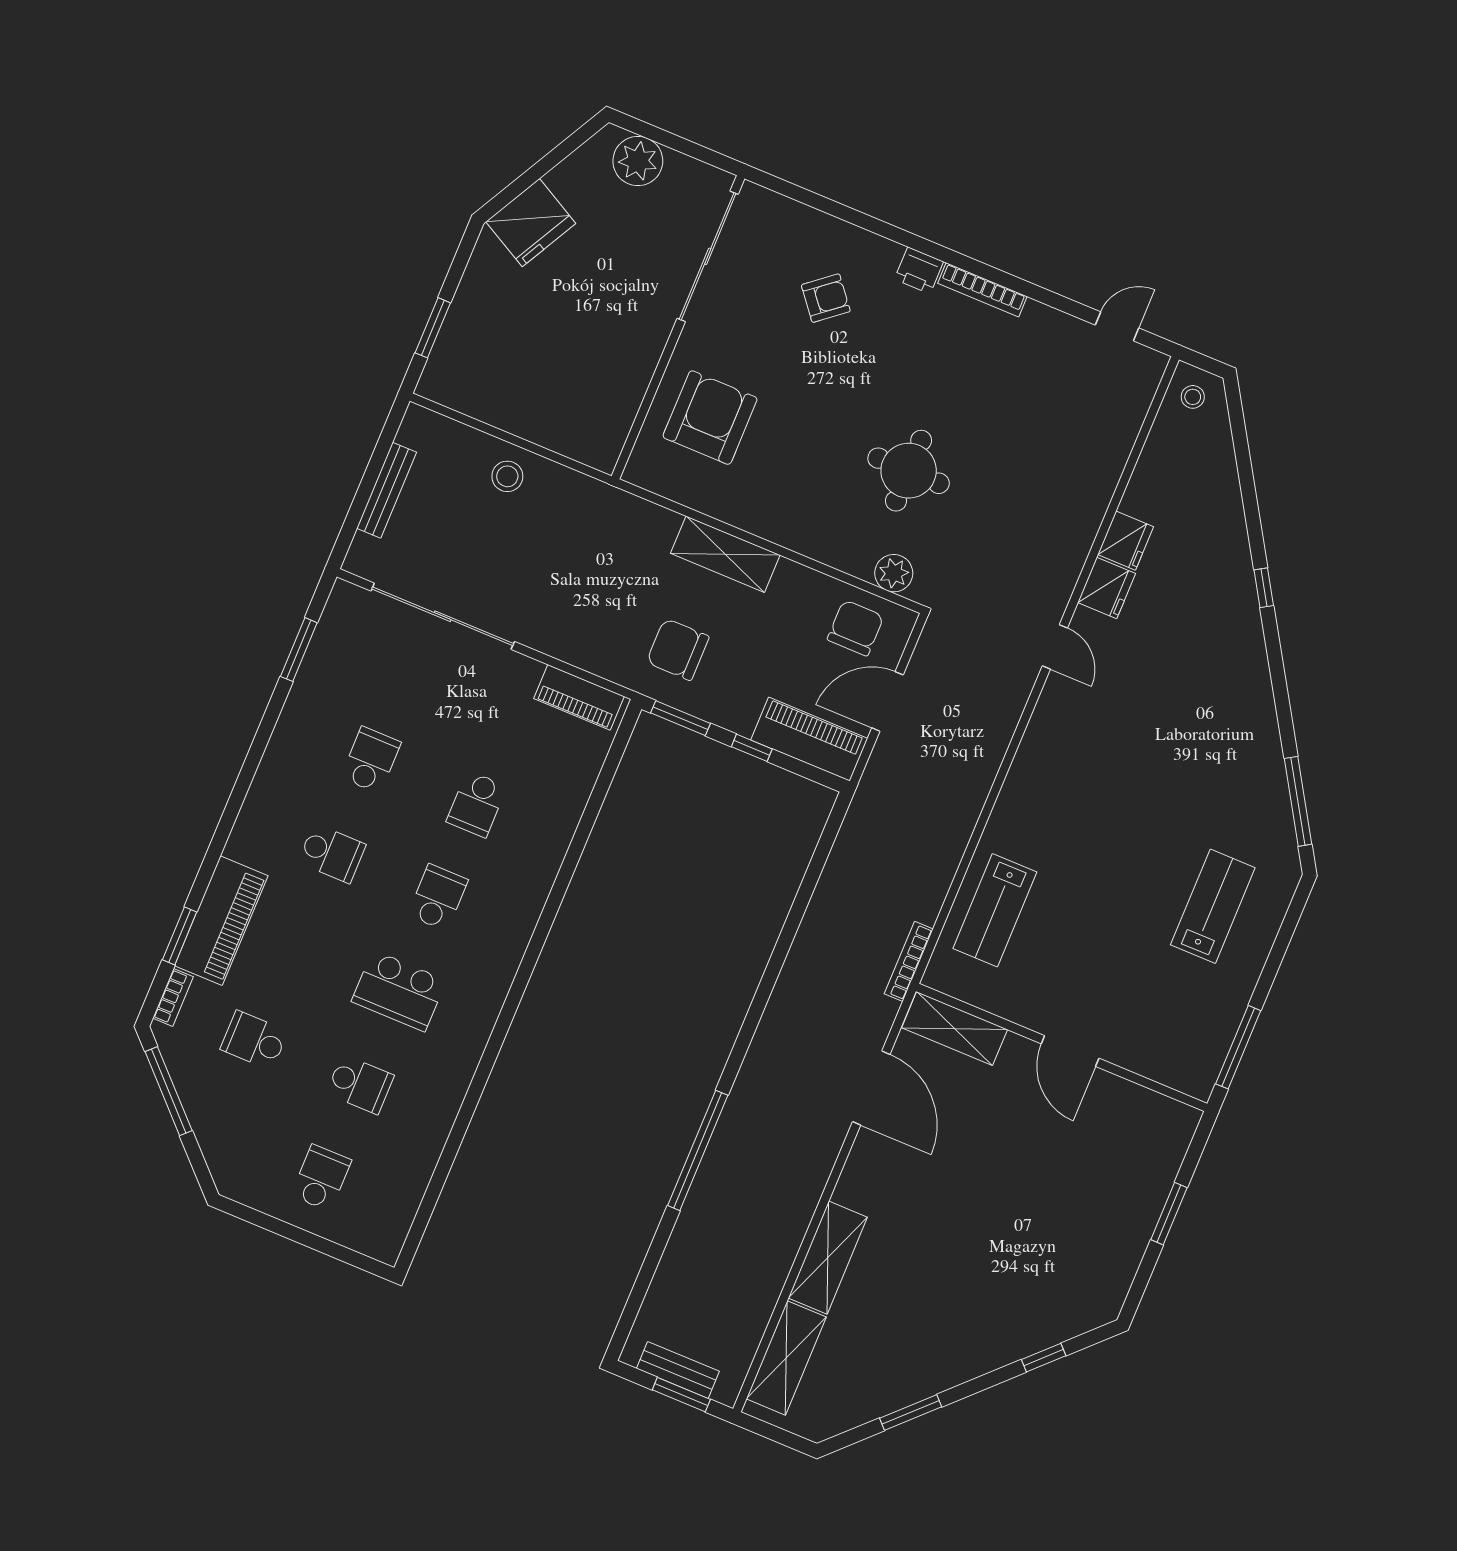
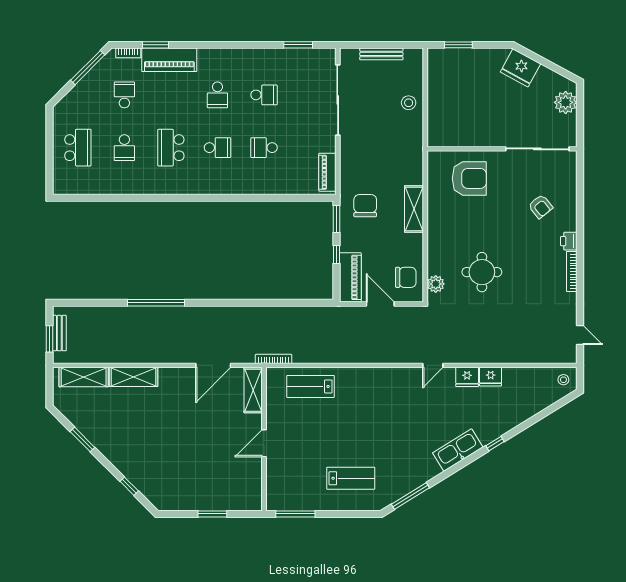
kitchen sink: (1246, 668) -> (458, 450), added
school desk: (321, 1178) -> (78, 148), width x1.85

